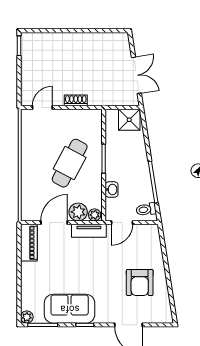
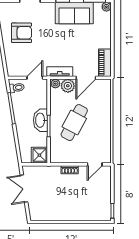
shower: (129, 120) -> (39, 155), moved
washbasin: (112, 189) -> (40, 120), moved, width x1.91, depth x1.45
armchair: (140, 283) -> (22, 33), turned 90

